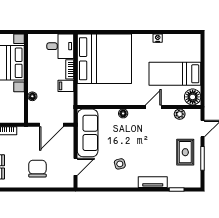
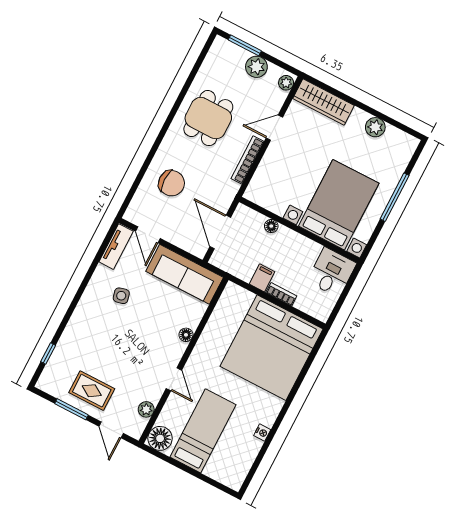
desk: (60, 46) -> (332, 272), moved, turned 180
tv unit: (153, 182) -> (116, 247), moved

